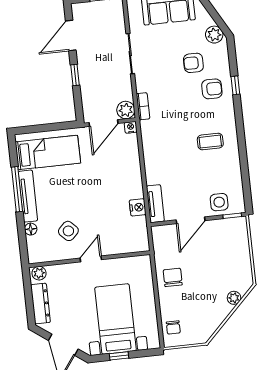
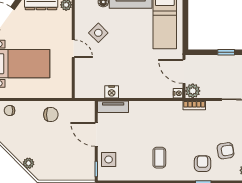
armchair: (193, 63) -> (225, 151), turned 81
armchair: (212, 89) -> (202, 164), turned 180

